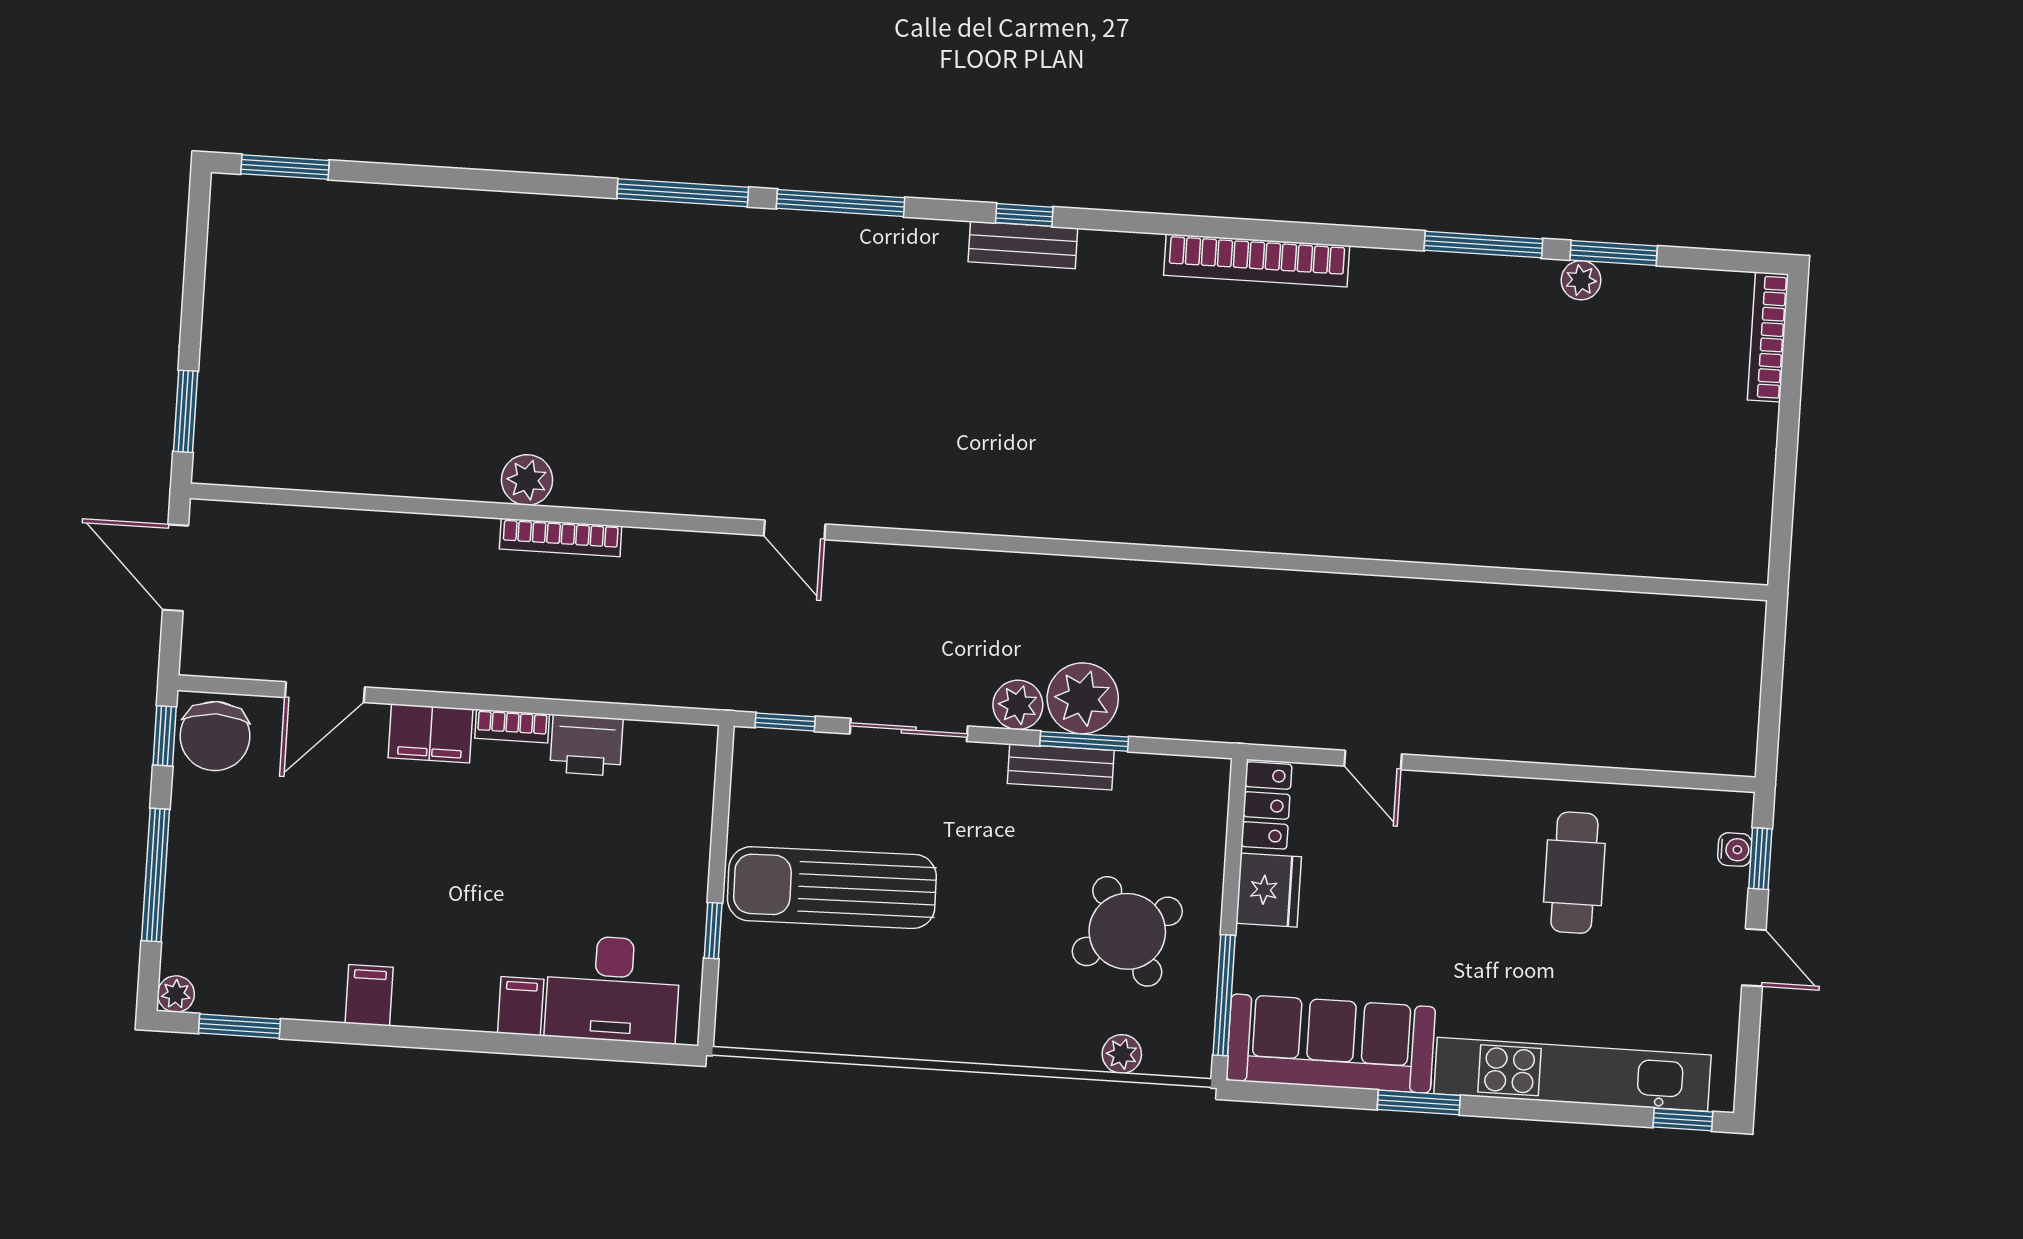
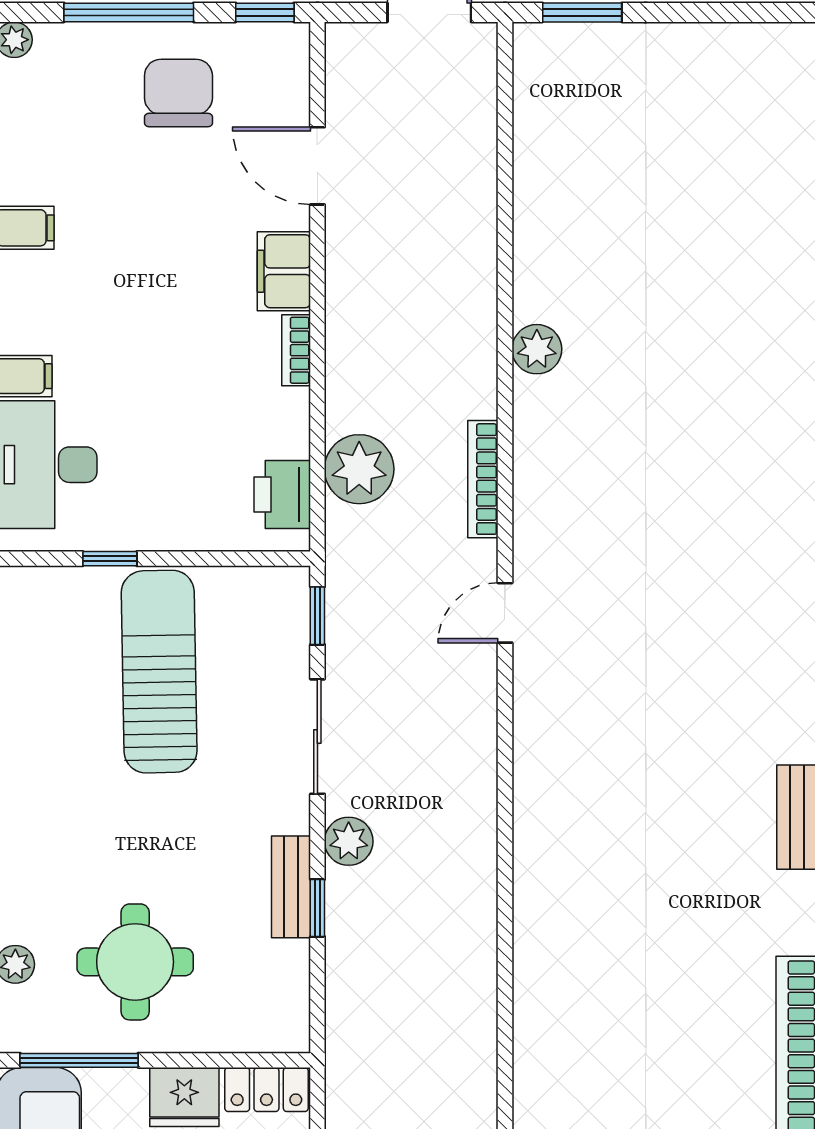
bookcase: (561, 537) -> (483, 479), moved
plant: (1083, 698) -> (359, 469), moved
chair: (215, 736) -> (178, 93), moved, turned 90
window: (1084, 741) -> (317, 908), width x0.67
printer: (586, 745) -> (282, 494), moved
round table: (1127, 931) -> (135, 962), turned 30

